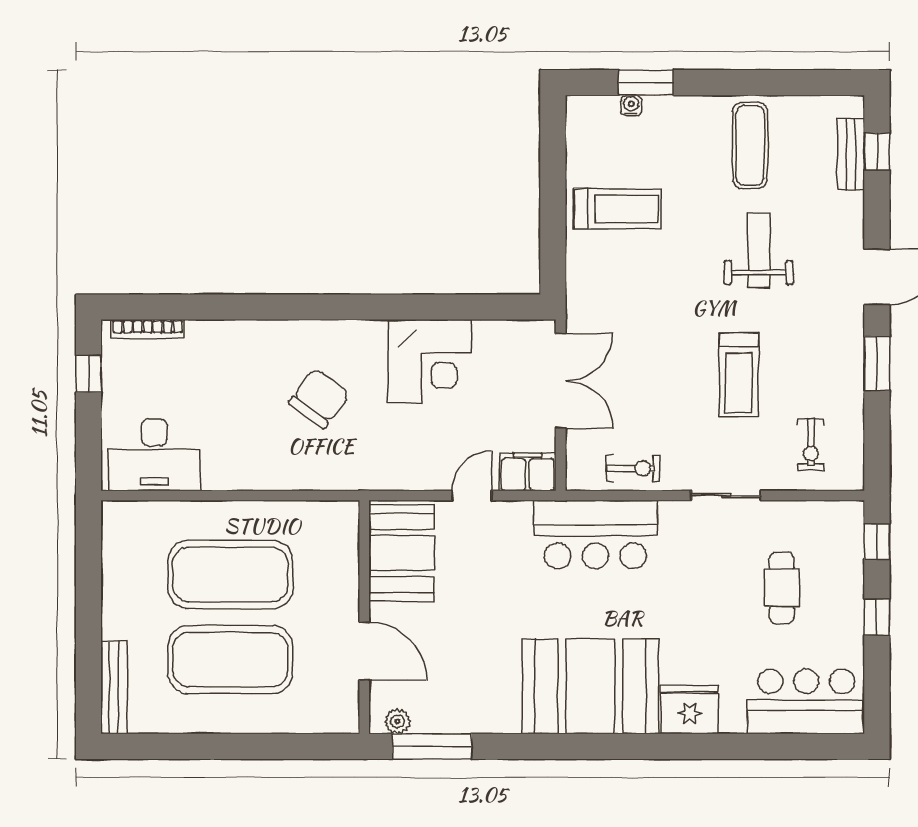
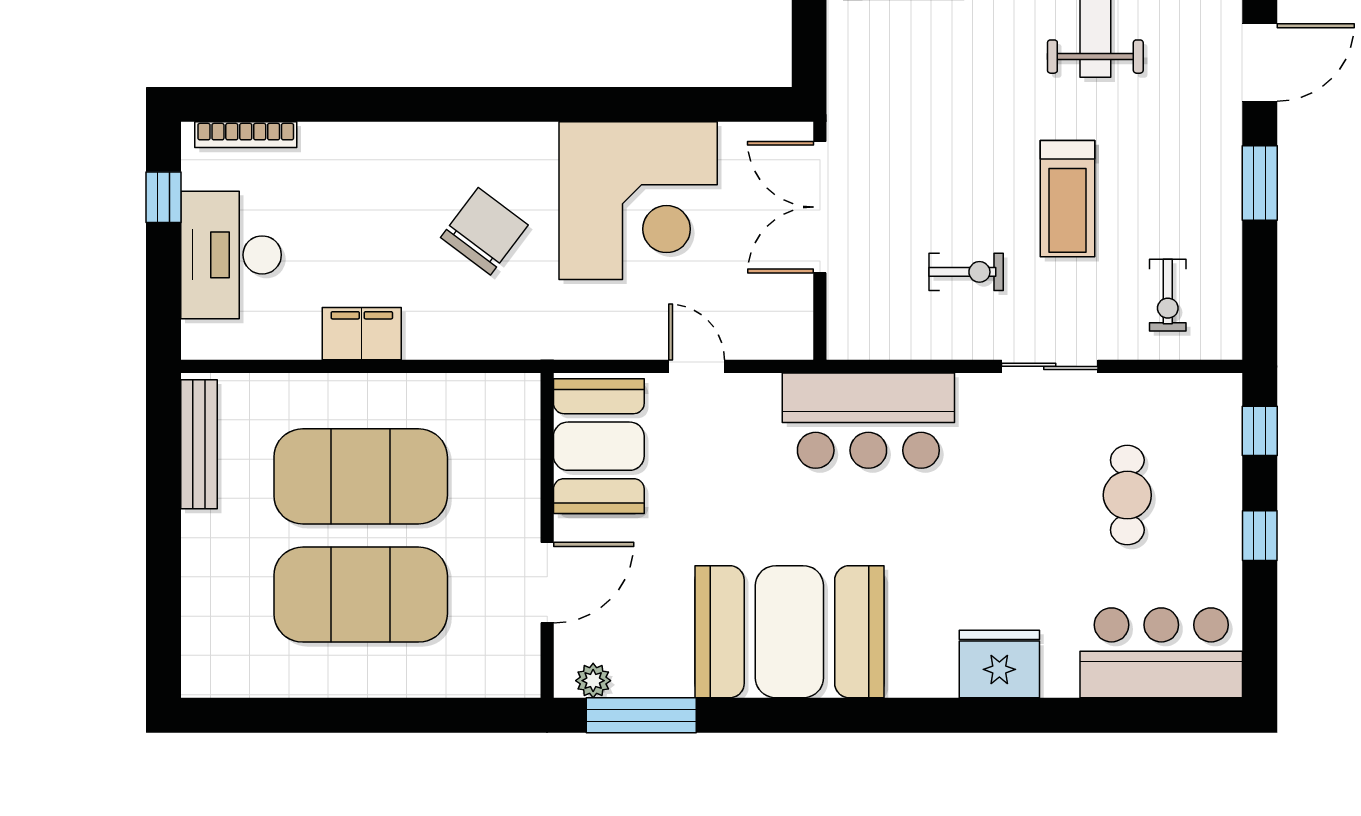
corner desk: (430, 361) -> (638, 201), width x1.36, depth x1.36
double door: (561, 381) -> (820, 207), swing flipped
desk: (154, 455) -> (231, 255), moved, turned 90
exercise bike: (633, 468) -> (966, 272), moved
filing cabinet: (528, 472) -> (362, 334), moved
door: (472, 496) -> (697, 366), hinge flipped
door: (364, 651) -> (547, 583), hinge flipped
booth: (590, 686) -> (789, 632), moved
bench: (114, 687) -> (199, 444), moved

